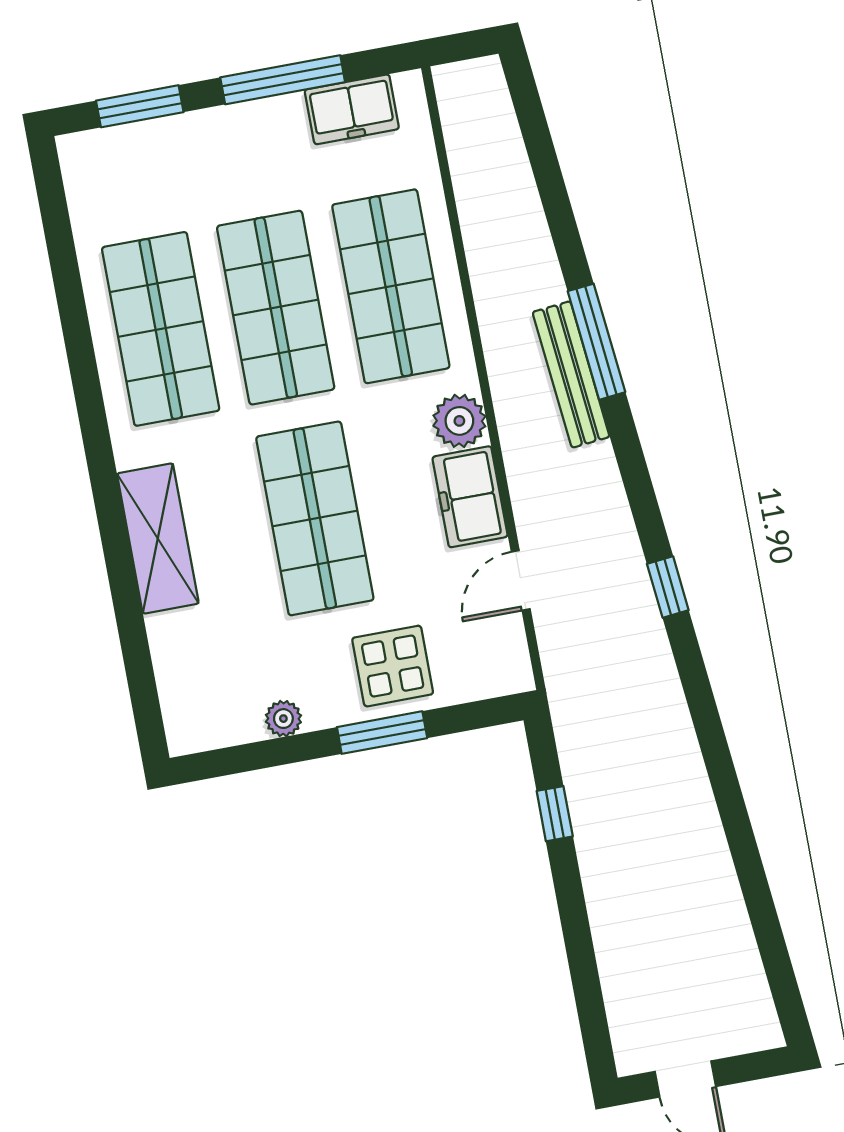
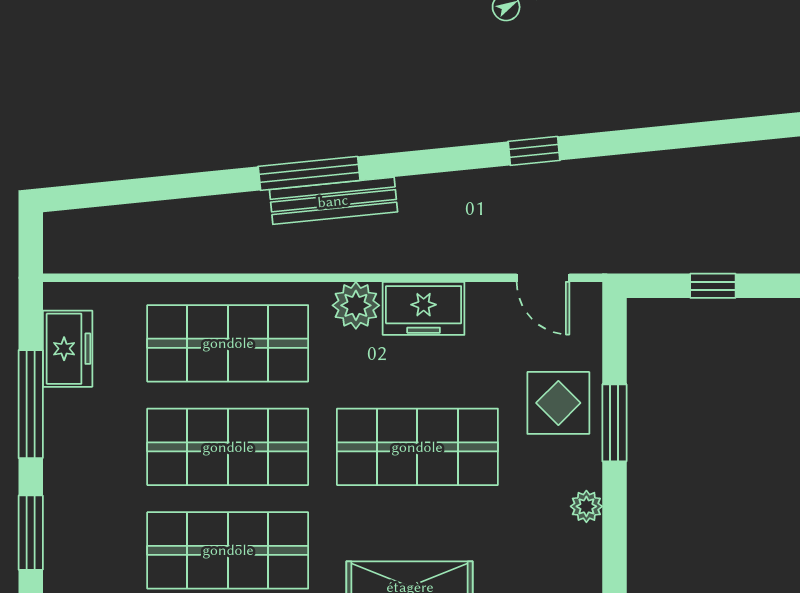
door: (521, 580) -> (543, 278), moved

